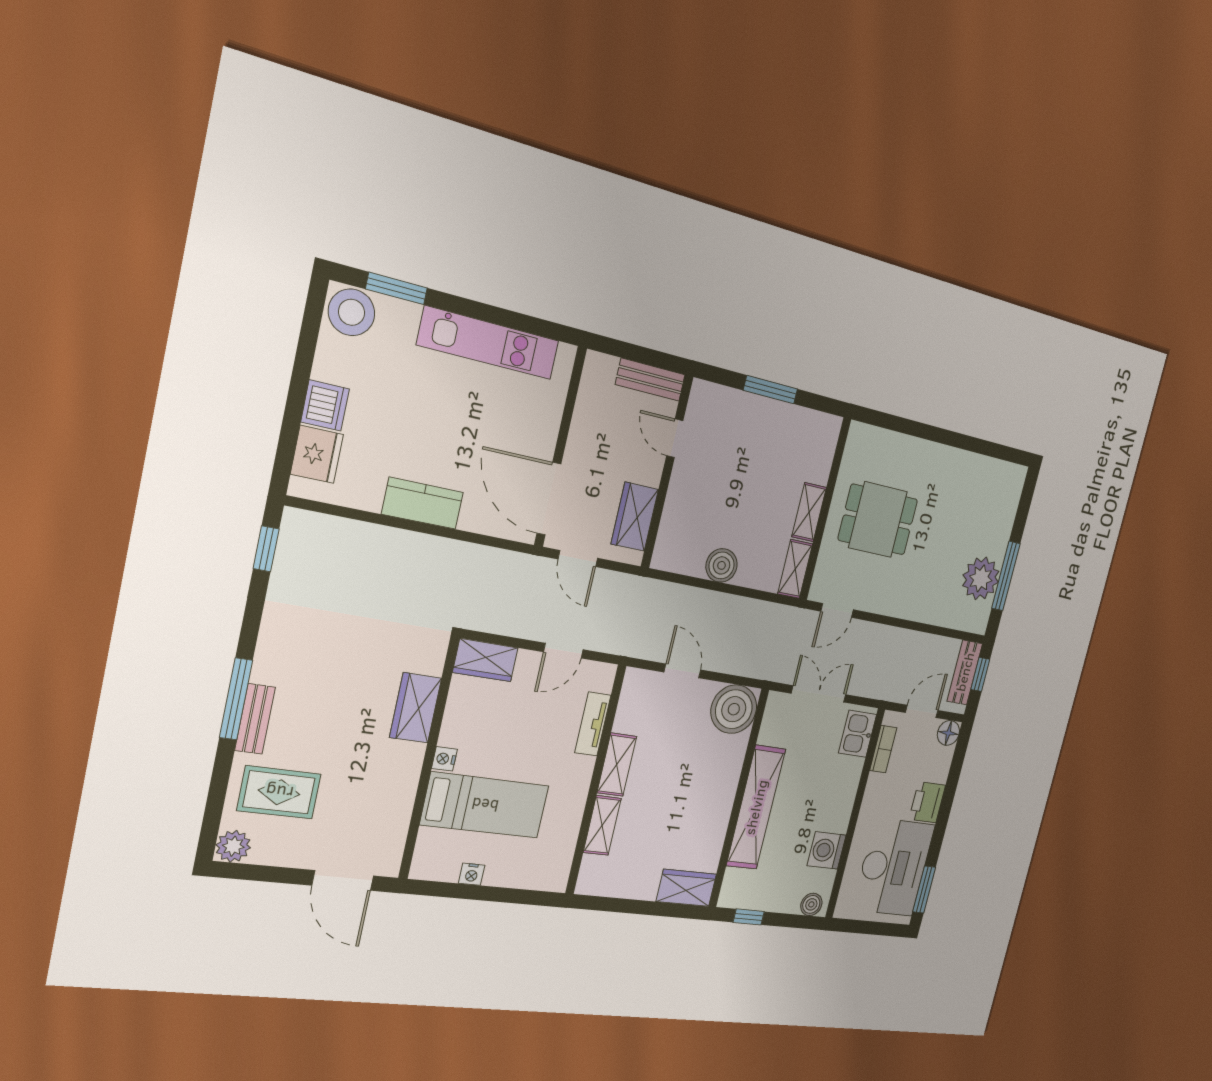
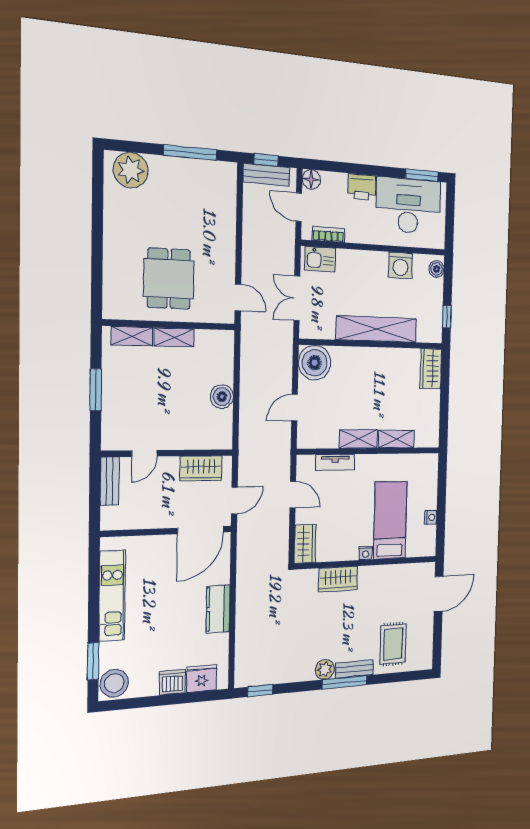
shelving: (795, 569) -> (132, 336), moved
plant: (981, 578) -> (131, 170), moved
plant: (233, 846) -> (325, 669), moved

